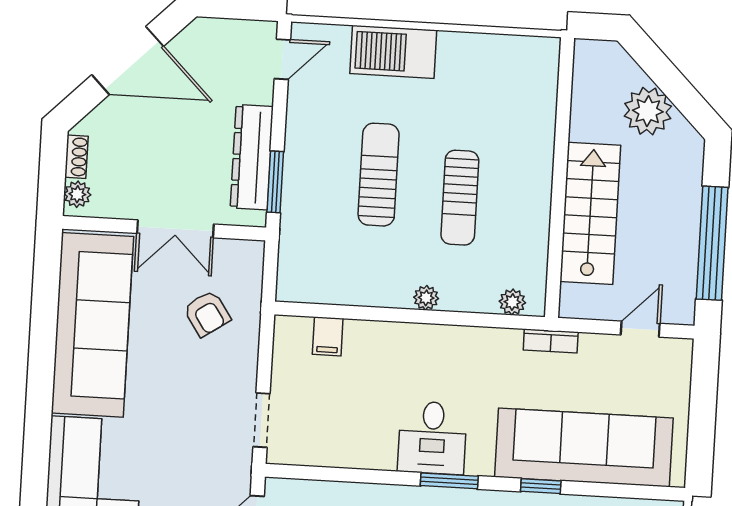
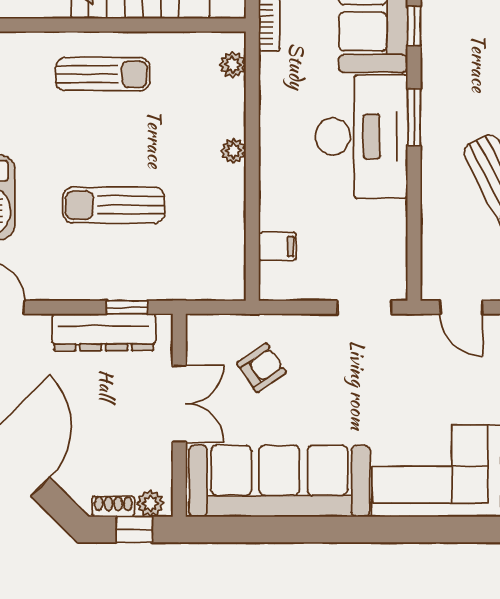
window: (52, 176) -> (134, 529), added
window: (275, 182) -> (127, 307), width x0.67
sun lounger: (460, 198) -> (103, 74), moved
desk: (432, 438) -> (361, 137), width x1.87, depth x1.30

